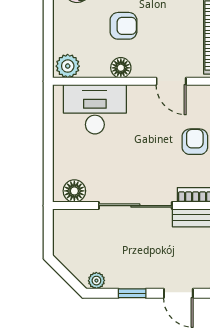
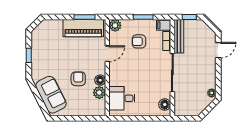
plant: (68, 66) -> (99, 93), moved
desk: (95, 109) -> (122, 98), width x0.73
window: (132, 293) -> (218, 74), removed

